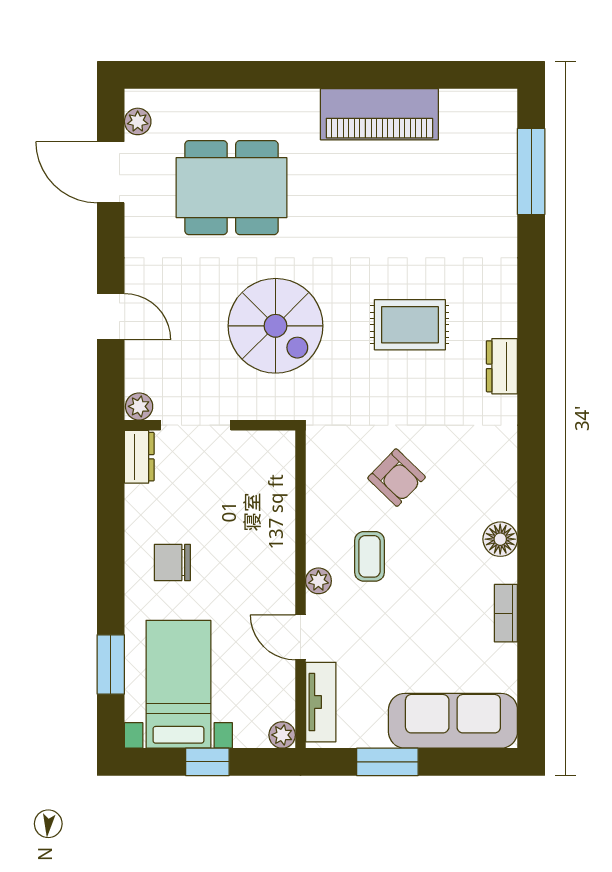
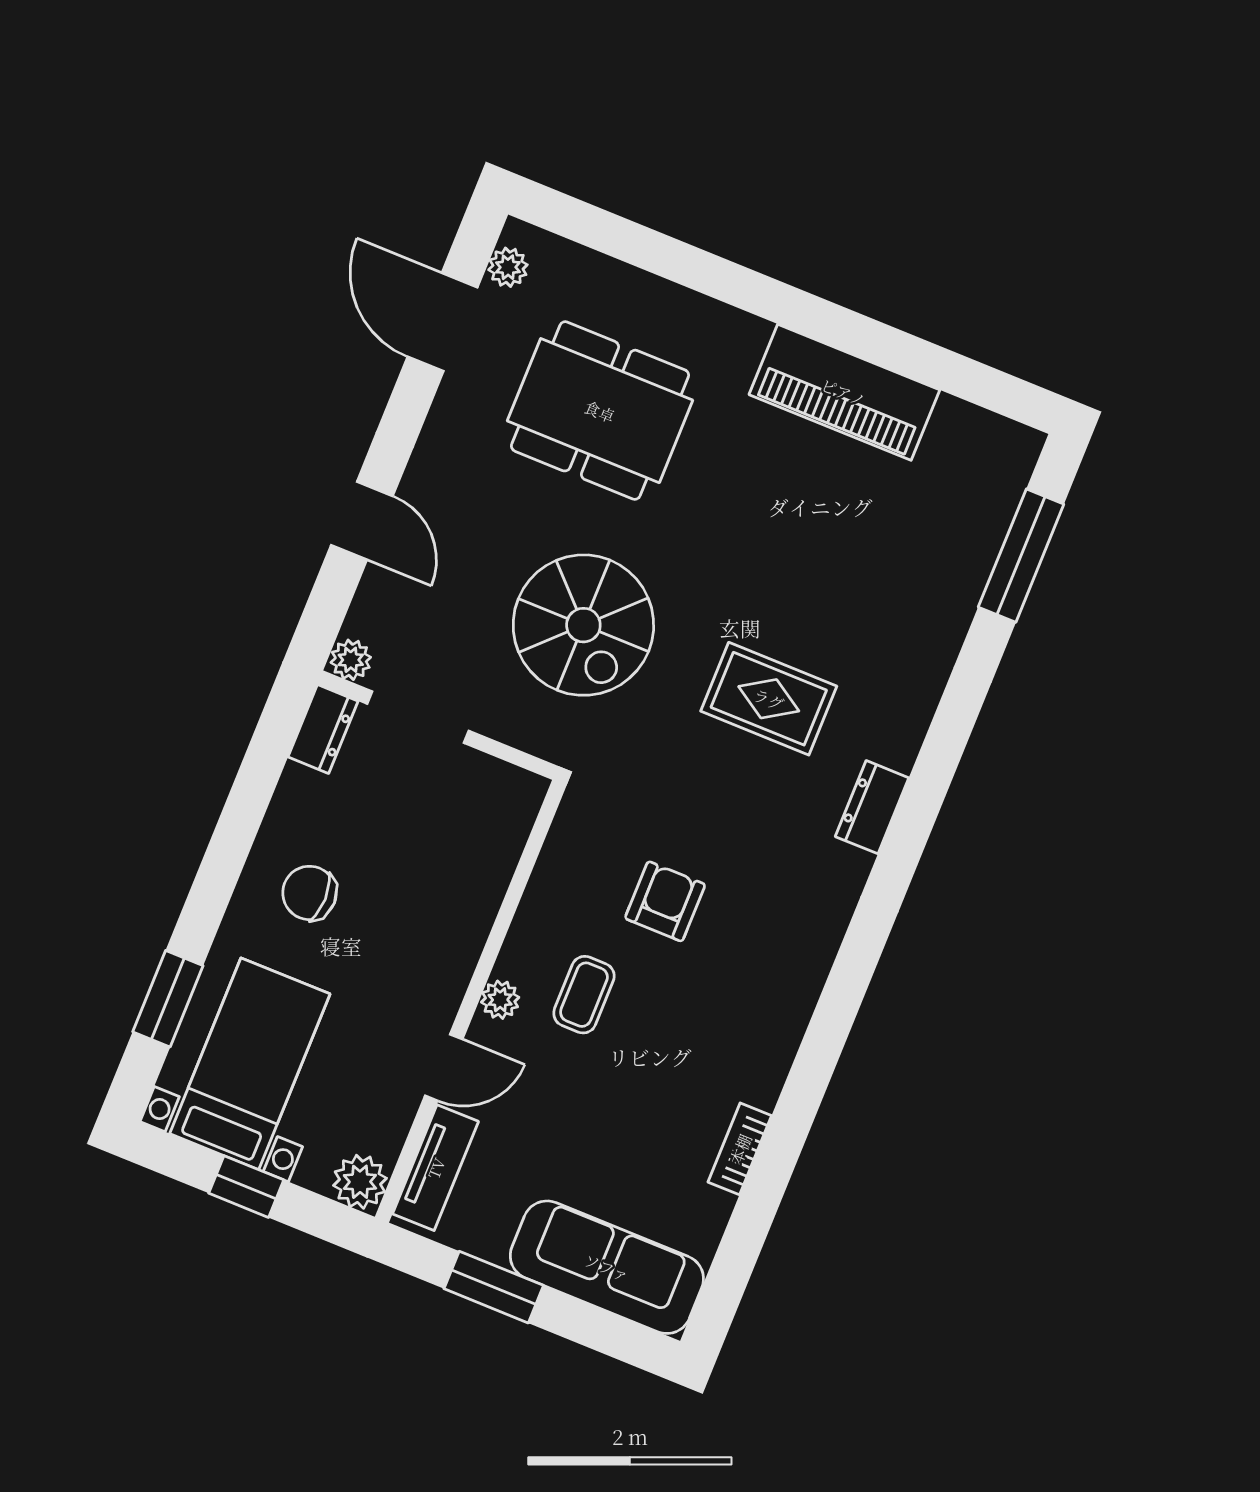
armchair: (397, 478) -> (665, 901), turned -134
floor lamp: (500, 539) -> (773, 1044), removed
door: (300, 637) -> (444, 1067), swing flipped
plant: (282, 735) -> (360, 1182), width x1.38, depth x1.38

